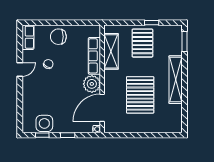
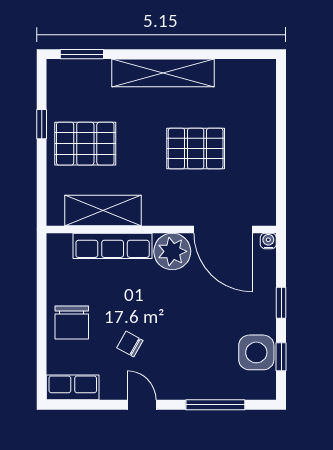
pallet: (140, 95) -> (196, 149), width x0.73, depth x0.71
window: (20, 104) -> (215, 405), added

